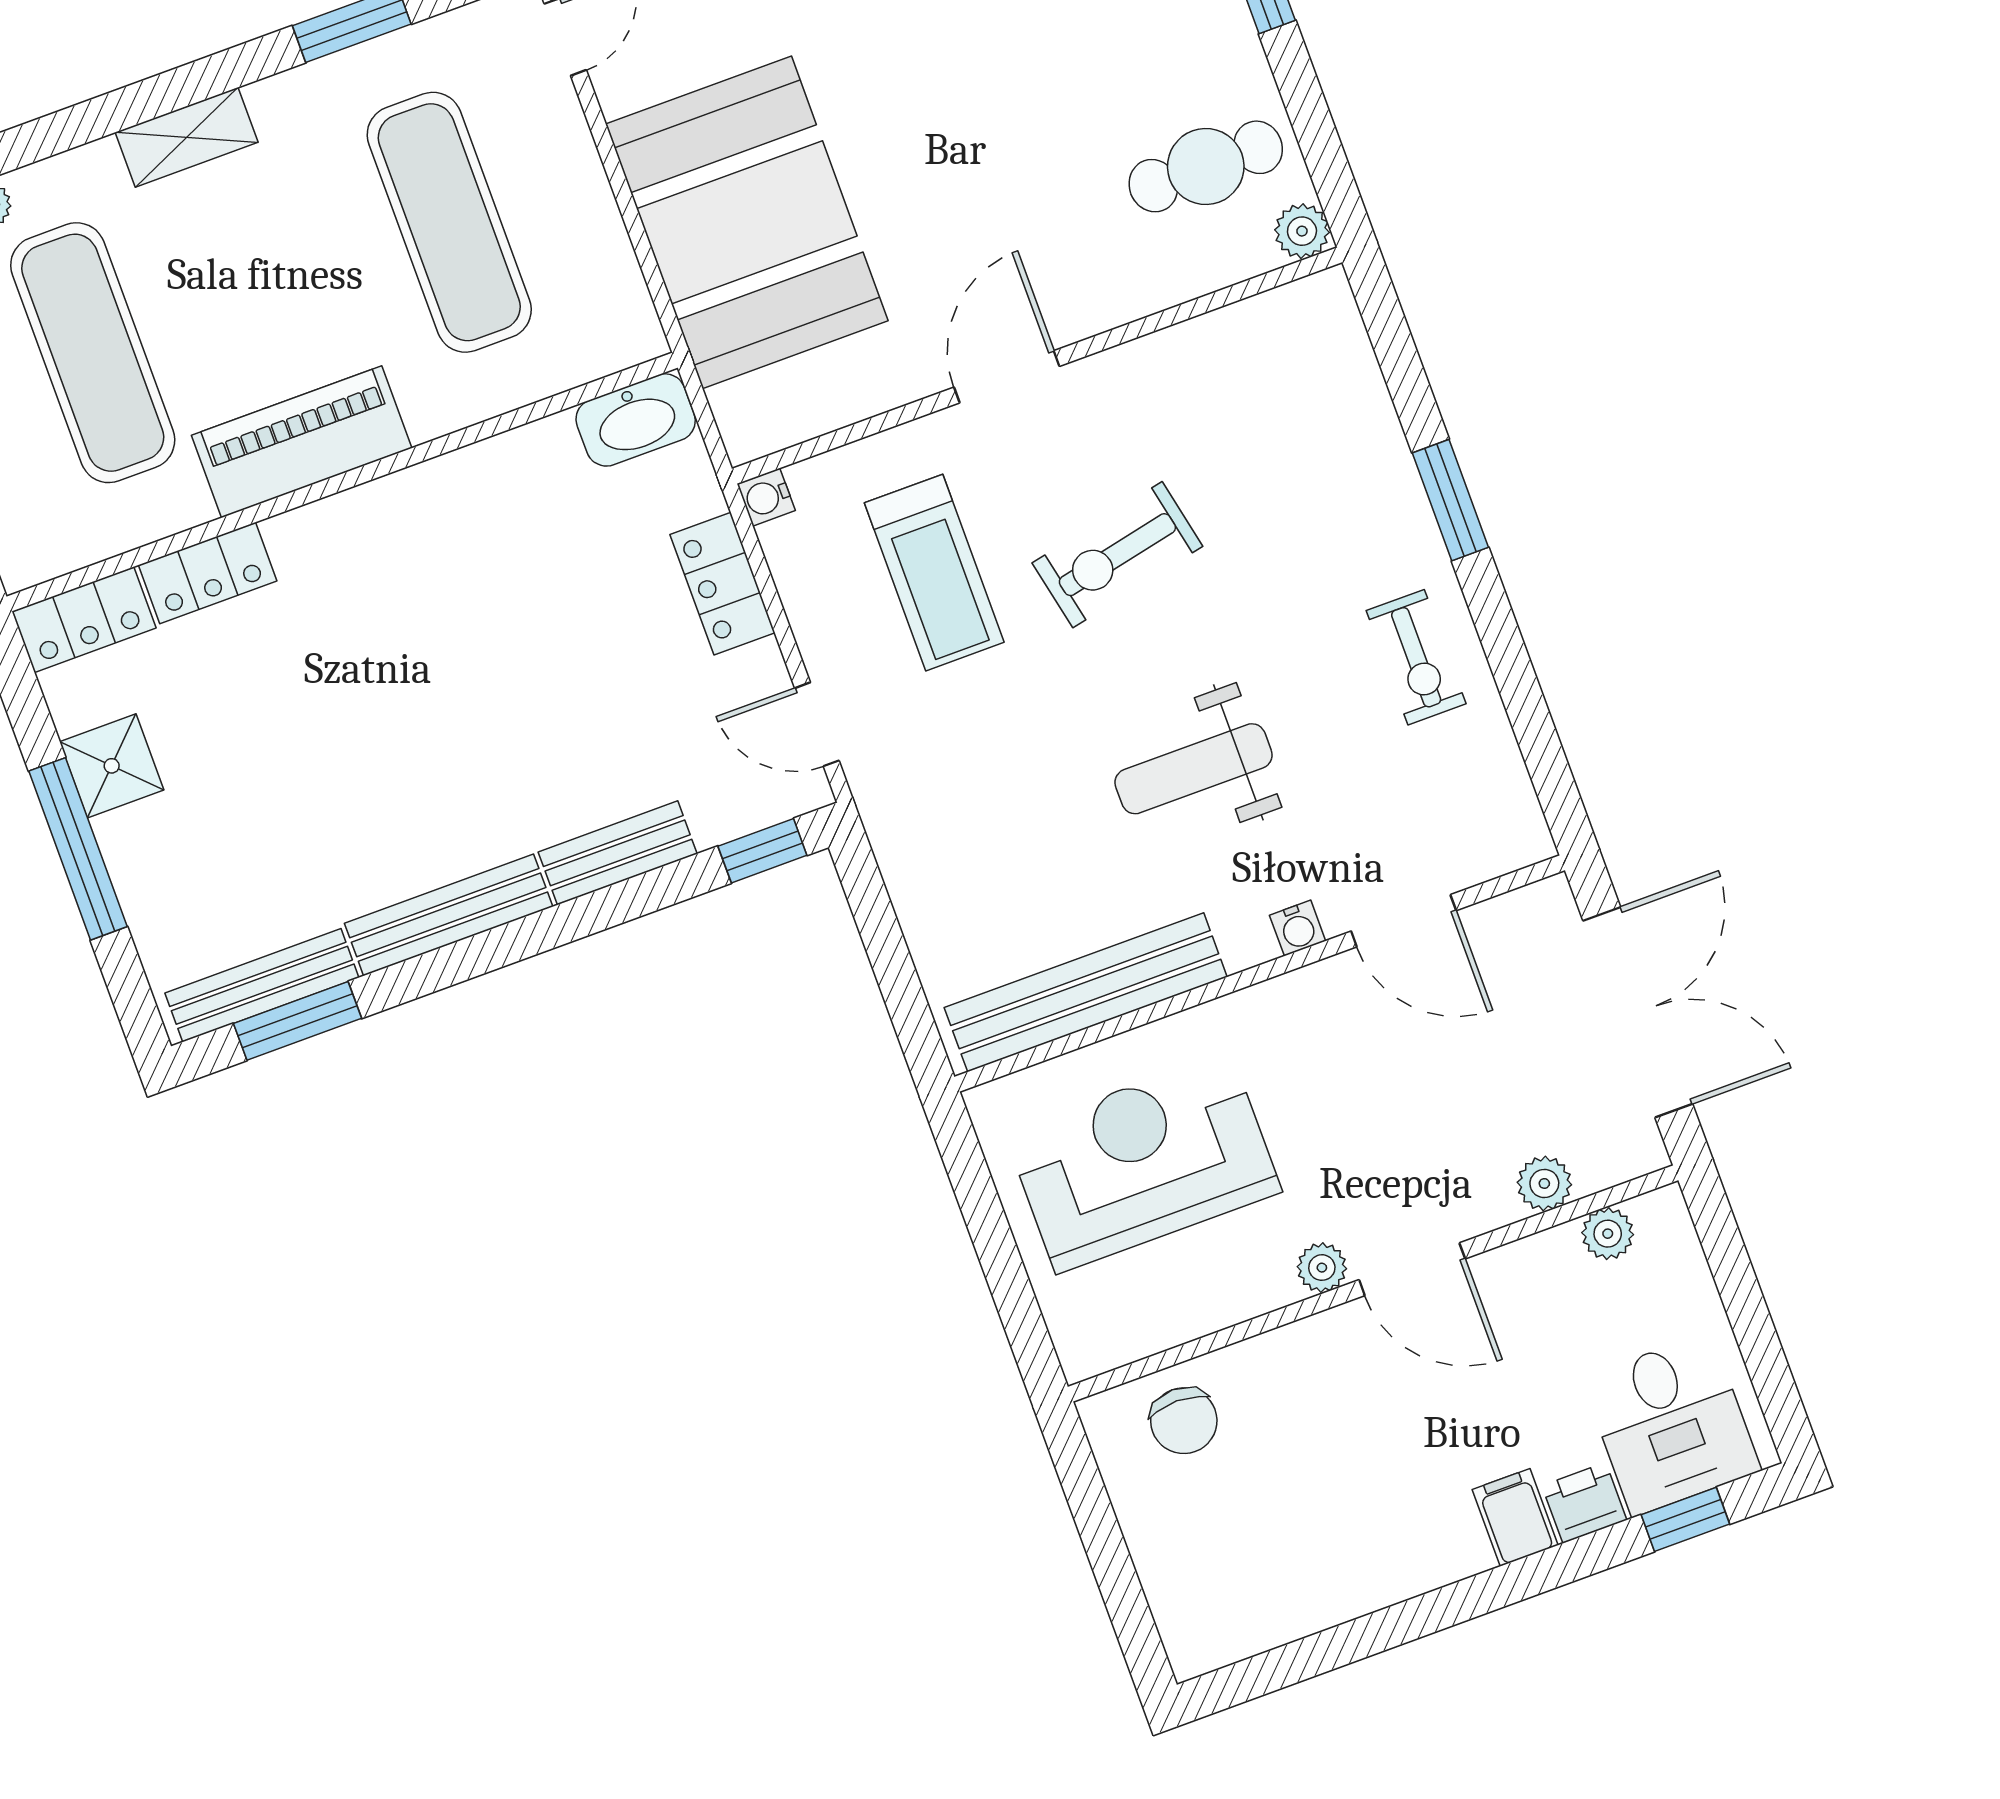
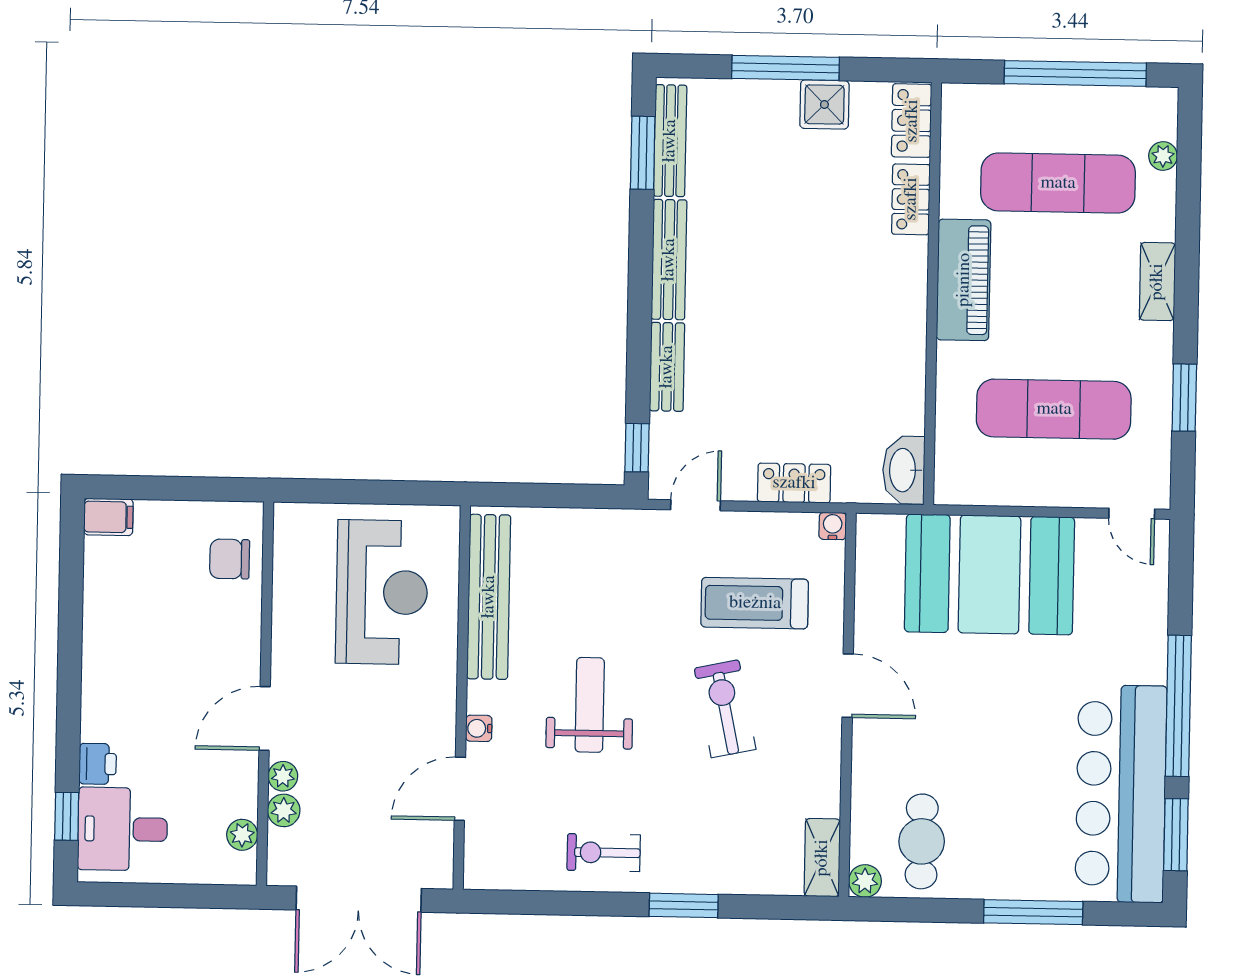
shelving: (1291, 312) -> (822, 858), added
plant: (1322, 1268) -> (283, 776), moved
filing cabinet: (1515, 1517) -> (108, 517), moved

